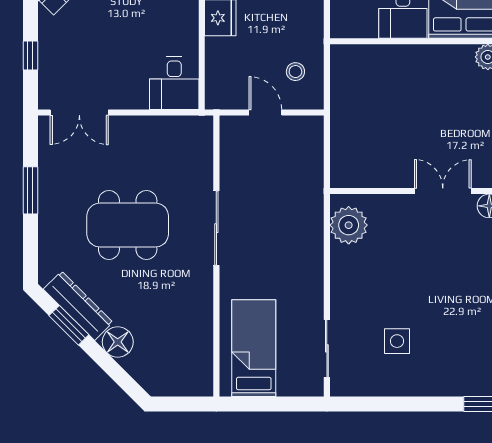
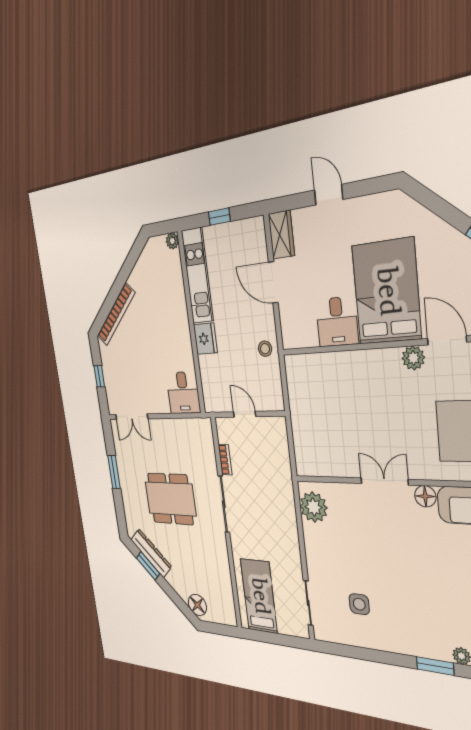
stool: (295, 72) -> (265, 349), moved
bookcase: (227, 170) -> (225, 460), added
floor lamp: (118, 342) -> (197, 605), moved

